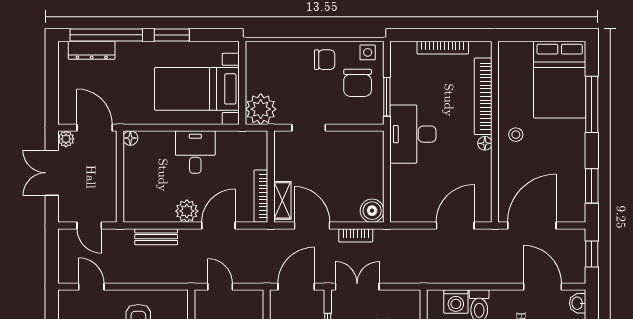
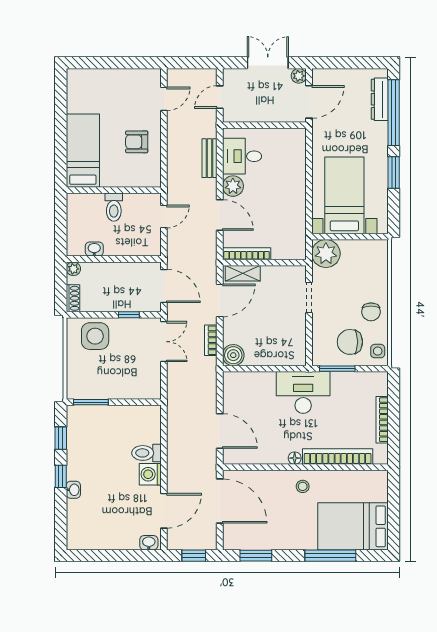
floor lamp: (130, 138) -> (300, 135), removed
desk: (195, 152) -> (242, 156), moved, turned 180
washing machine: (456, 302) -> (150, 474), moved

